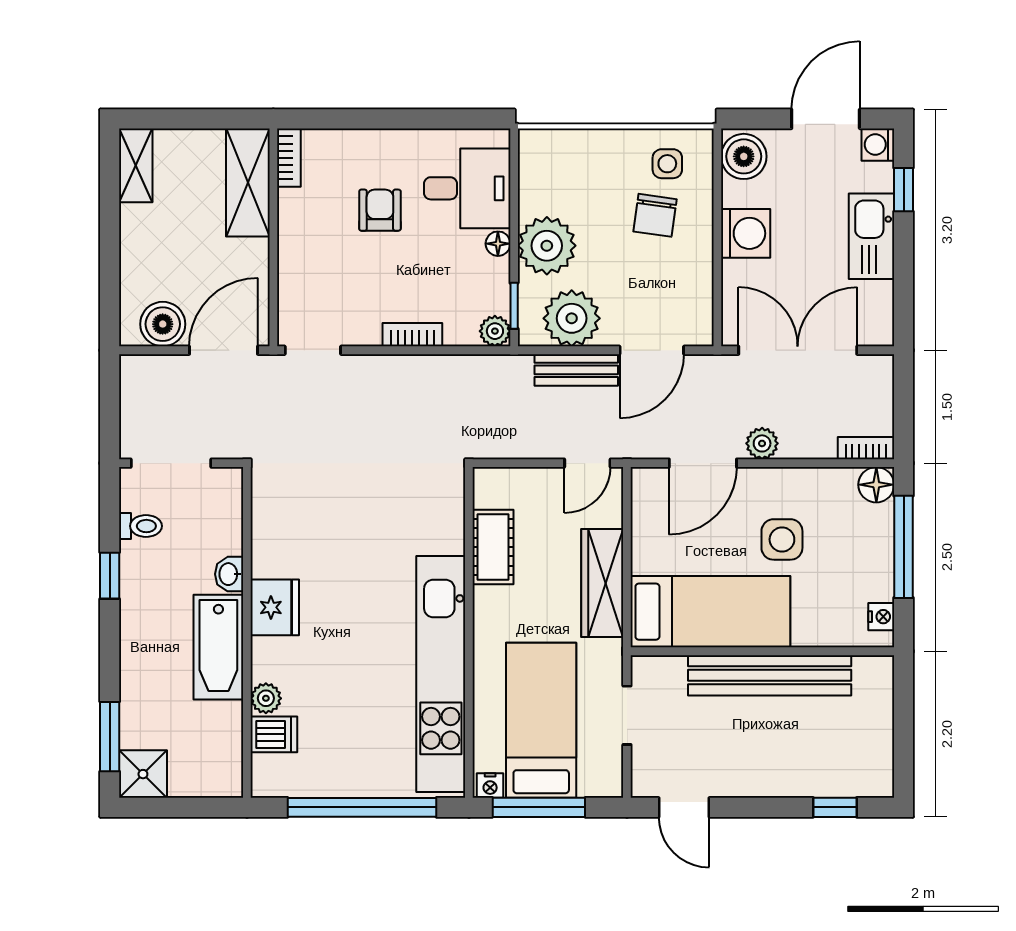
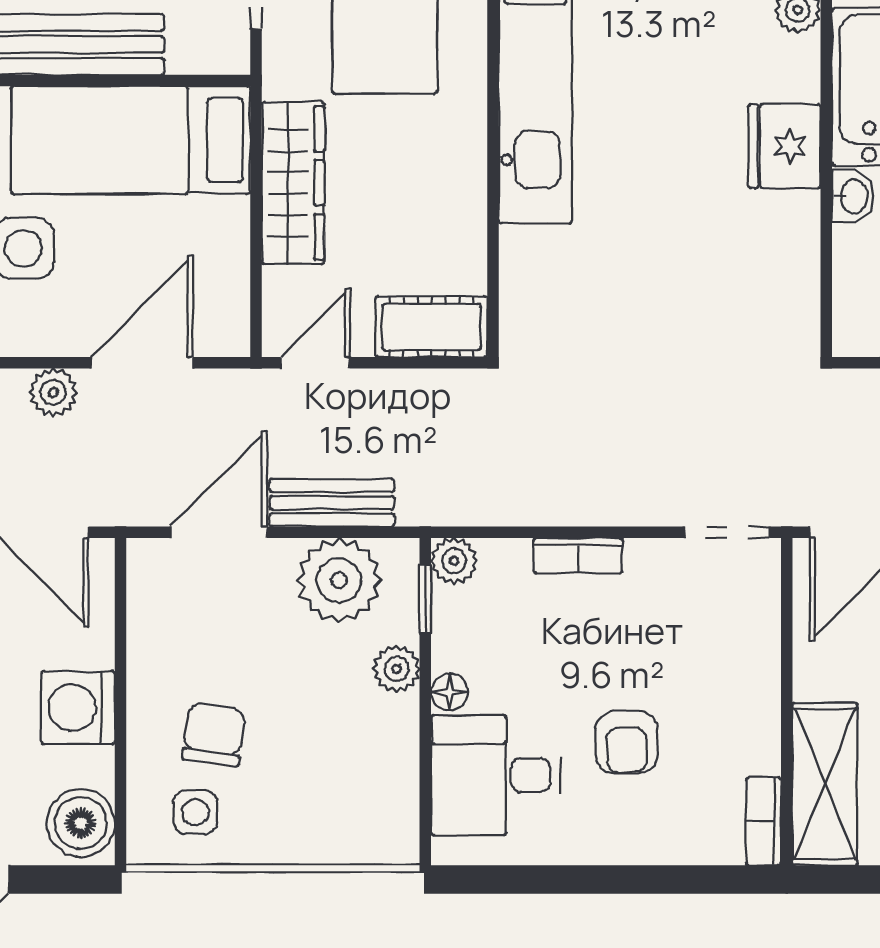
plant: (547, 246) -> (397, 669), width x0.53, depth x0.53
cot: (493, 547) -> (431, 327), moved, turned 90

